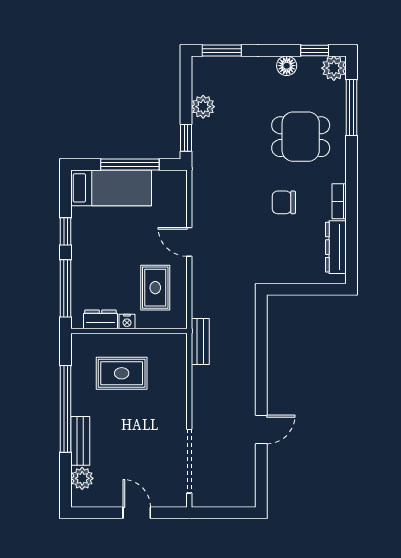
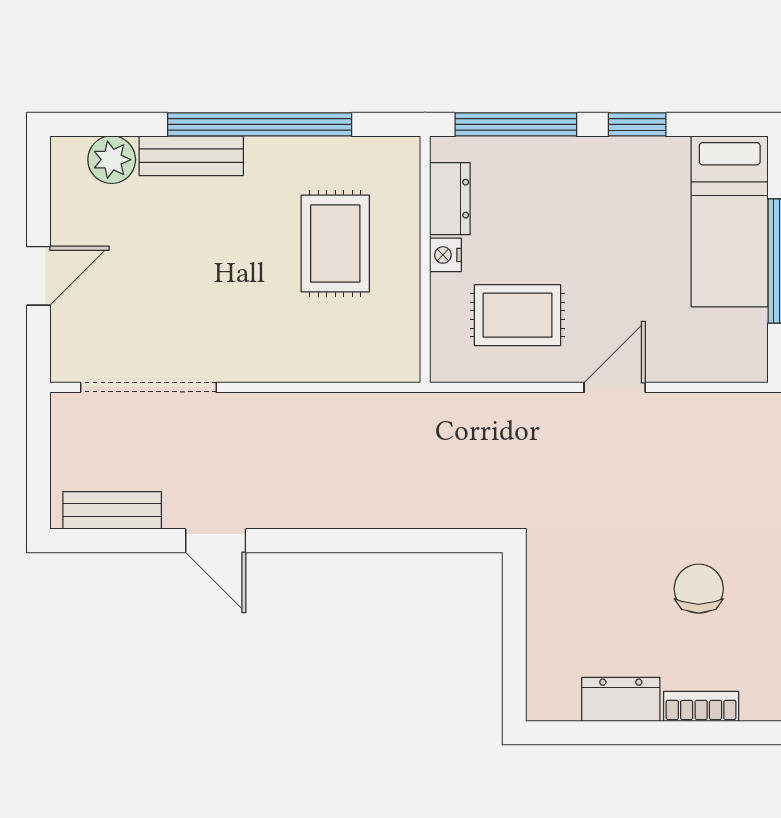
dresser: (336, 247) -> (621, 699), width x0.70
bench: (200, 341) -> (112, 510), moved

